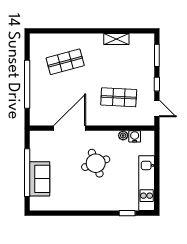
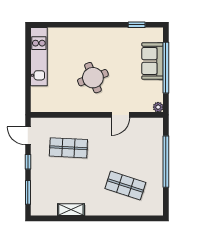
shop shelf: (65, 62) -> (125, 185), turned 33
door: (70, 128) -> (121, 115), width x0.53
plant: (123, 135) -> (158, 107), moved
water cooler: (135, 136) -> (52, 106), removed
window: (127, 213) -> (137, 25), moved

